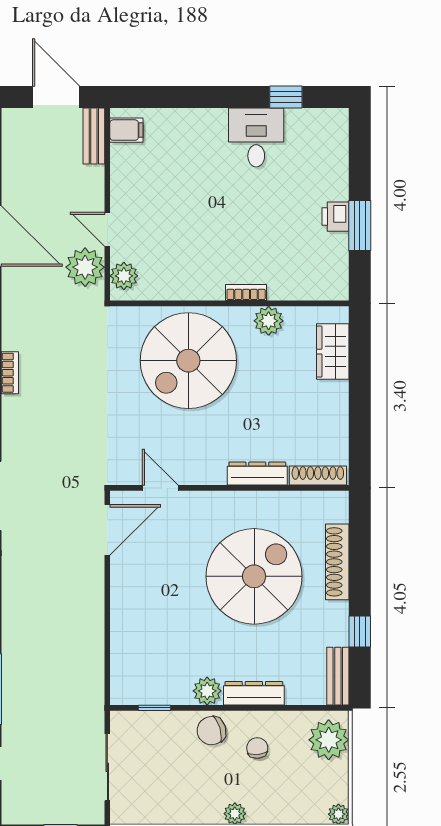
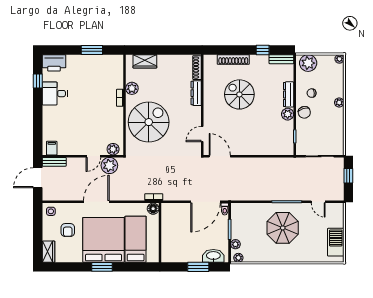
printer: (336, 217) -> (54, 63), moved, width x1.87, depth x1.48
spiral stairs: (188, 361) -> (149, 122), turned -90
spiral stairs: (254, 576) -> (239, 94), width x0.73, depth x0.73

